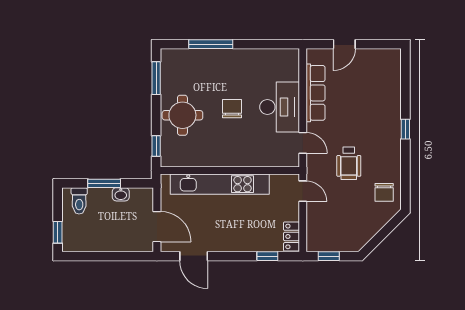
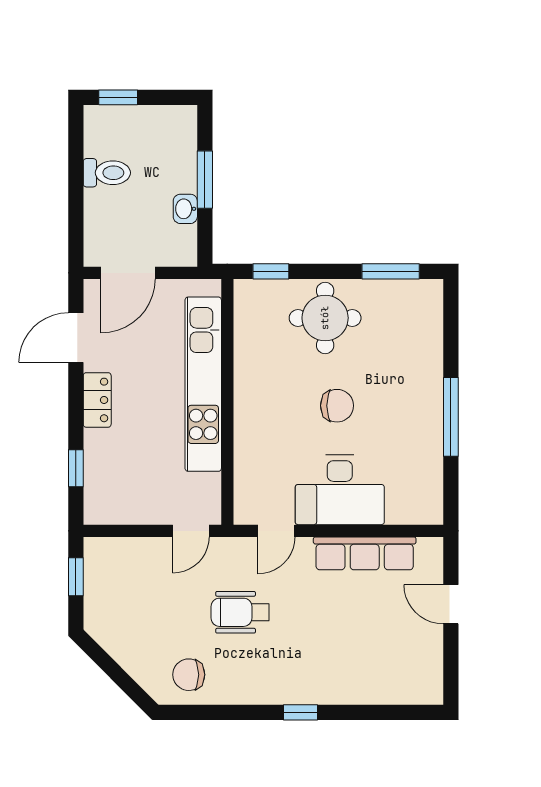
window: (211, 44) -> (451, 417), moved
toilet: (79, 201) -> (107, 173), moved, turned 180
locker: (292, 236) -> (97, 400), moved, turned 90

